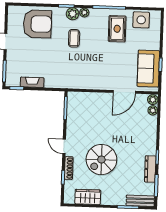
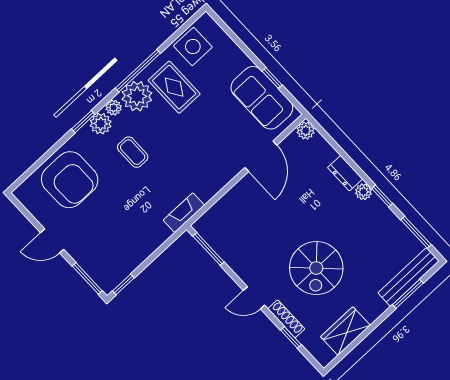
plant: (98, 17) -> (137, 96), added
armchair: (37, 24) -> (70, 180), turned 90
fireplace: (32, 82) -> (184, 213), moved
plant: (153, 110) -> (363, 192), moved
dresser: (150, 169) -> (345, 173), moved, width x0.70
bench: (140, 201) -> (409, 277), width x1.36

